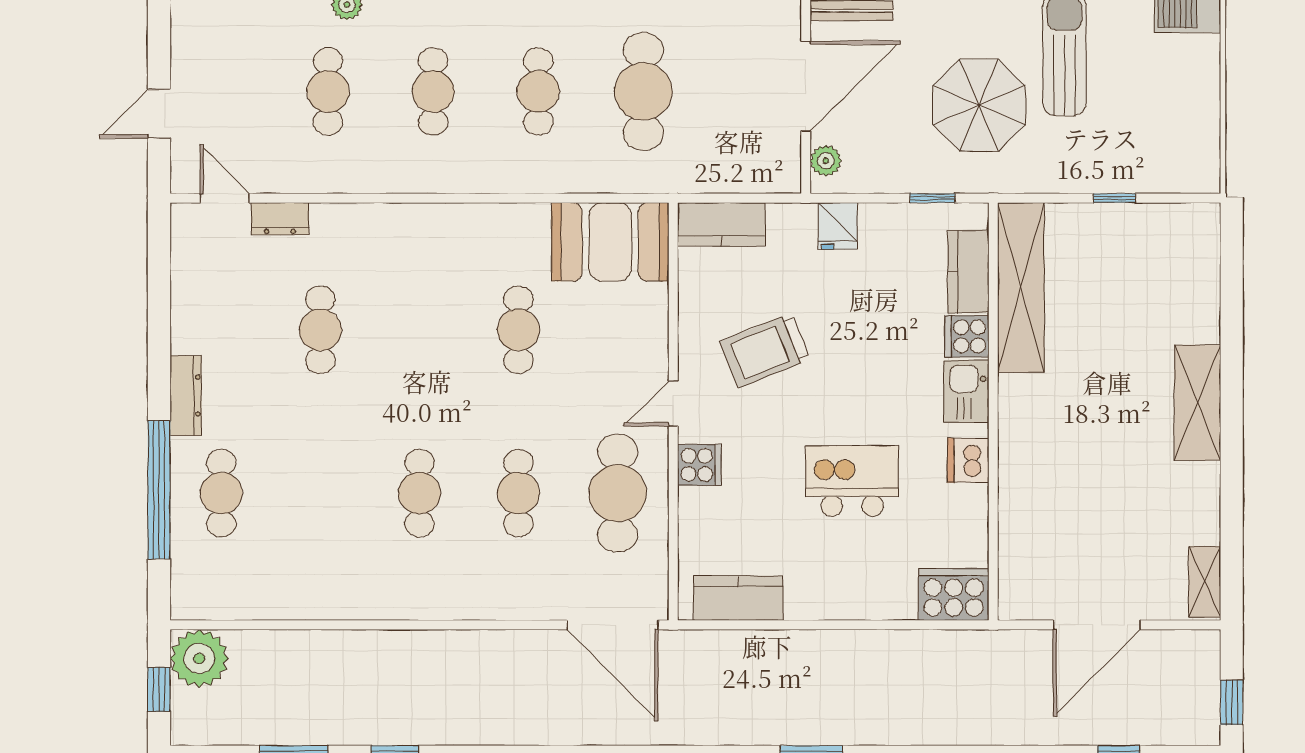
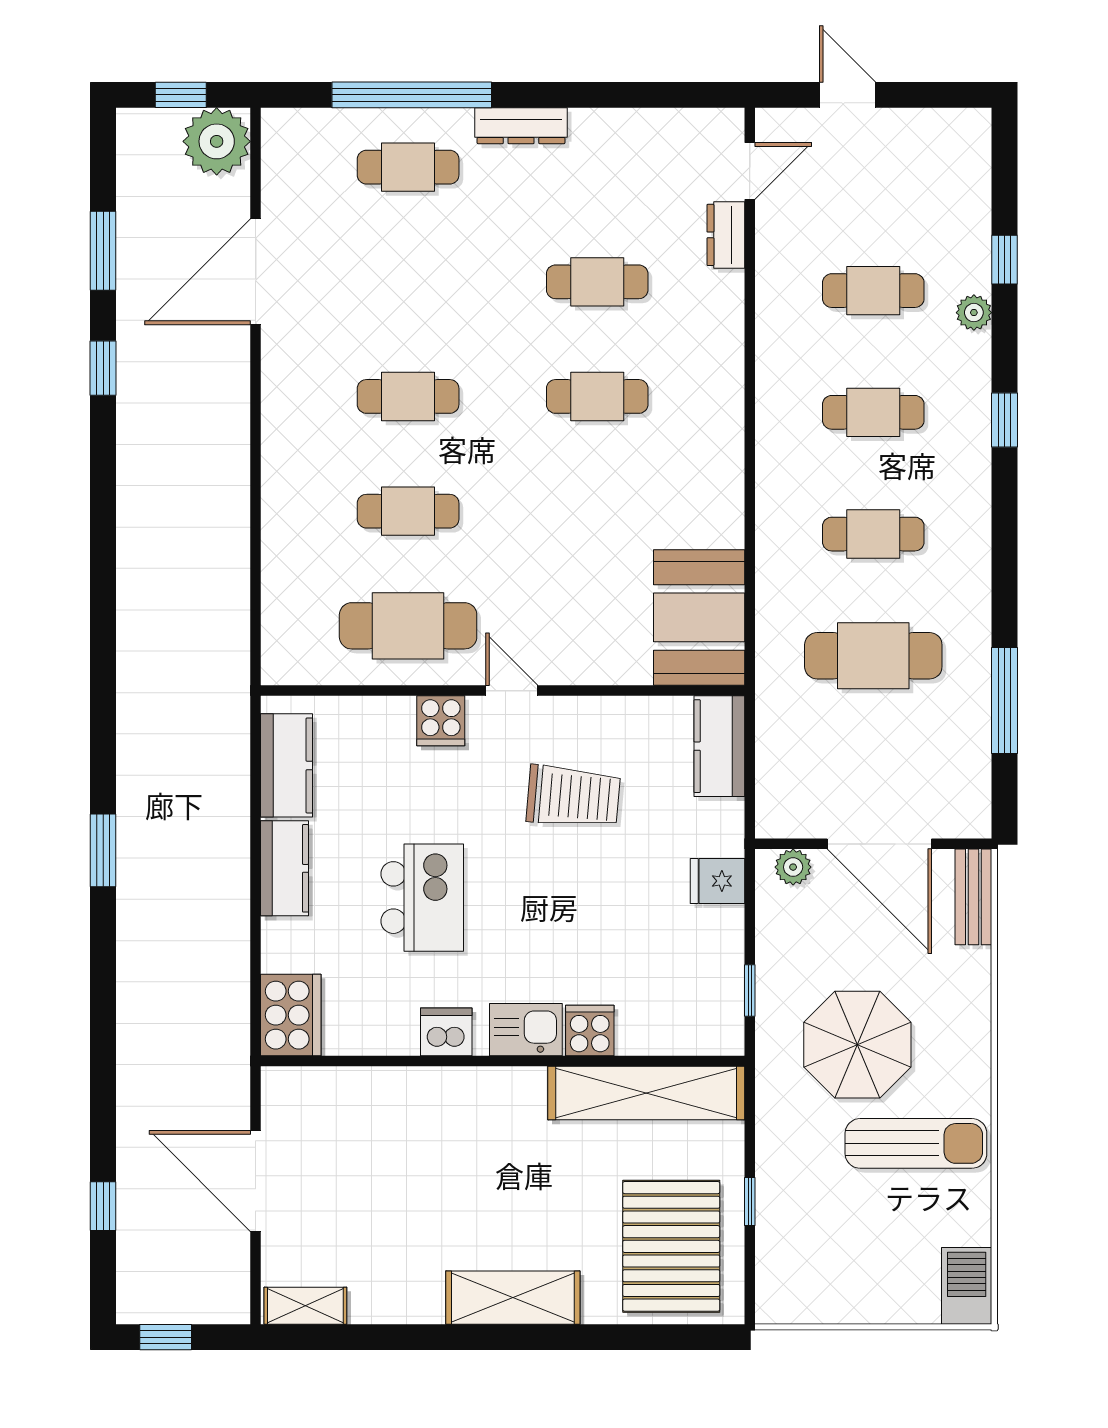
pallet: (1153, 266) -> (671, 1246), added
kitchen counter: (968, 271) -> (284, 868), moved, turned 90
cafe table: (518, 330) -> (597, 396), moved
trolley: (765, 351) -> (573, 797), turned 117
door: (612, 625) -> (256, 272), moved

